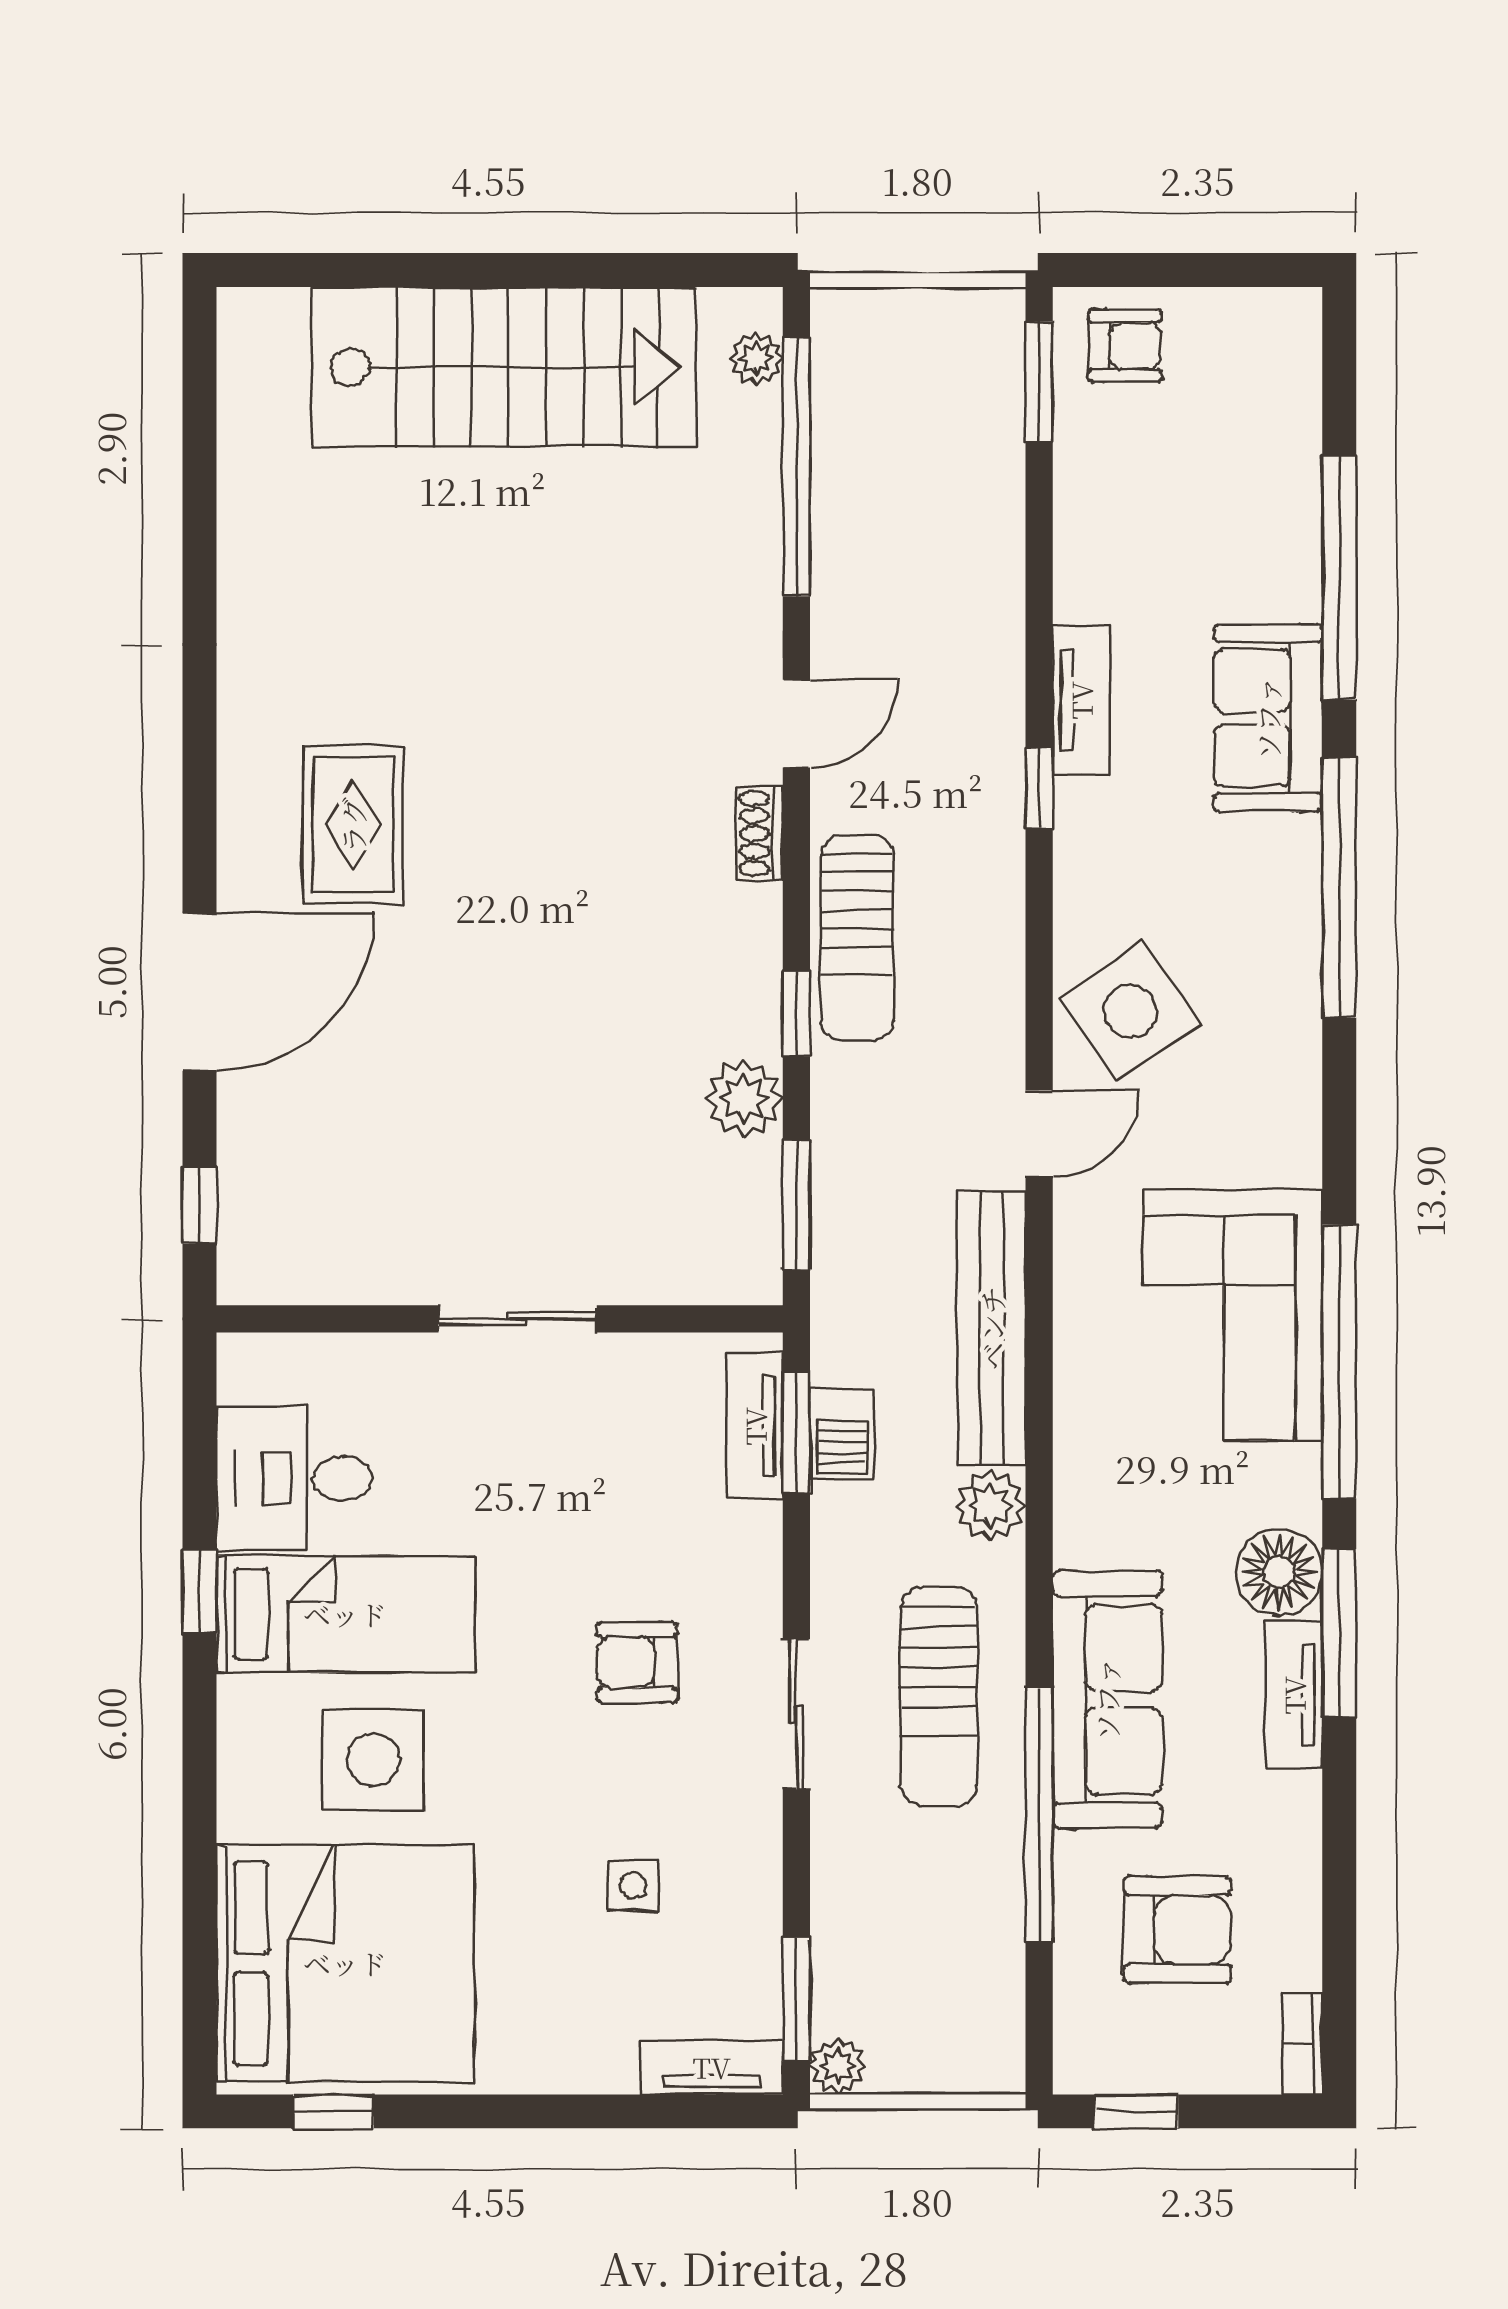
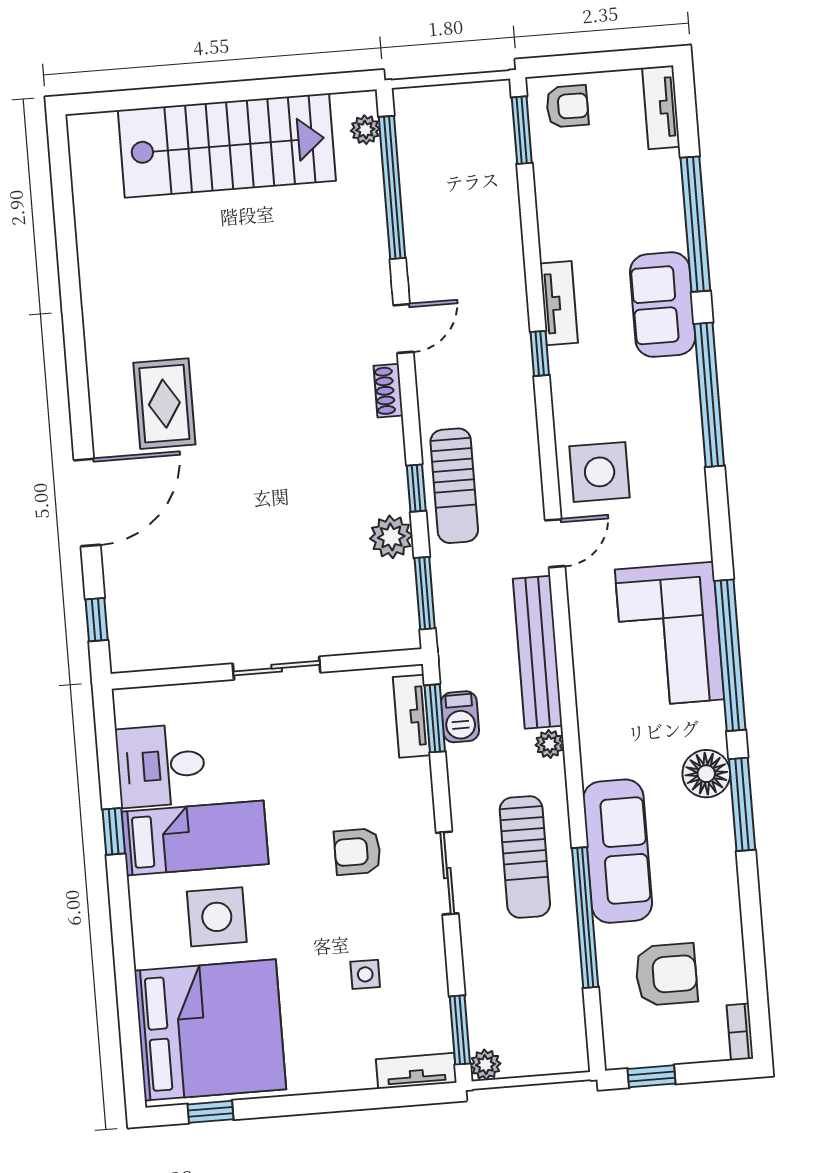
sun lounger: (857, 938) -> (454, 486), moved
side table: (1130, 1011) -> (600, 472), turned 35
plant: (990, 1506) -> (549, 744), width x0.73, depth x0.73
tv unit: (1294, 1695) -> (661, 107), moved

